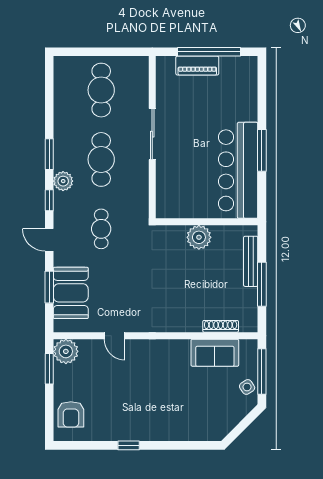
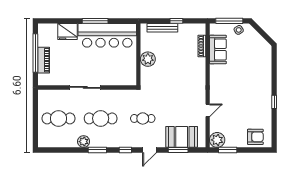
fridge: (244, 105) -> (68, 32), added
plant: (63, 181) -> (84, 142), moved
window: (262, 284) -> (176, 21), width x0.46

